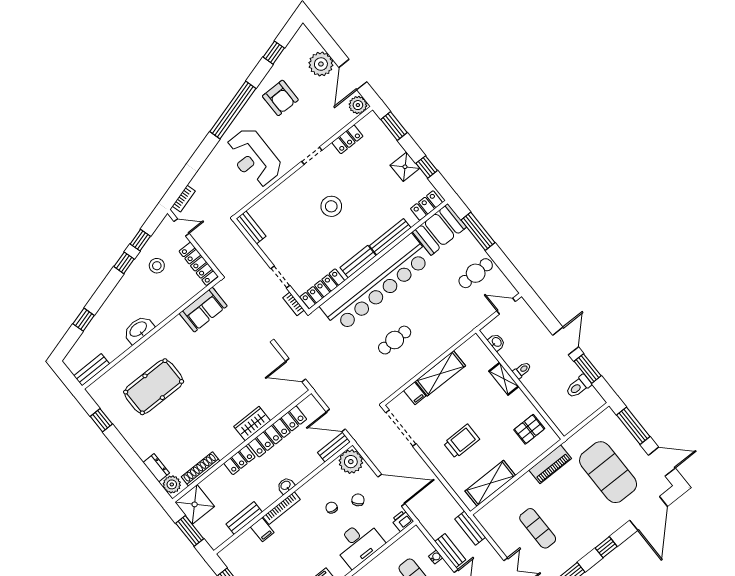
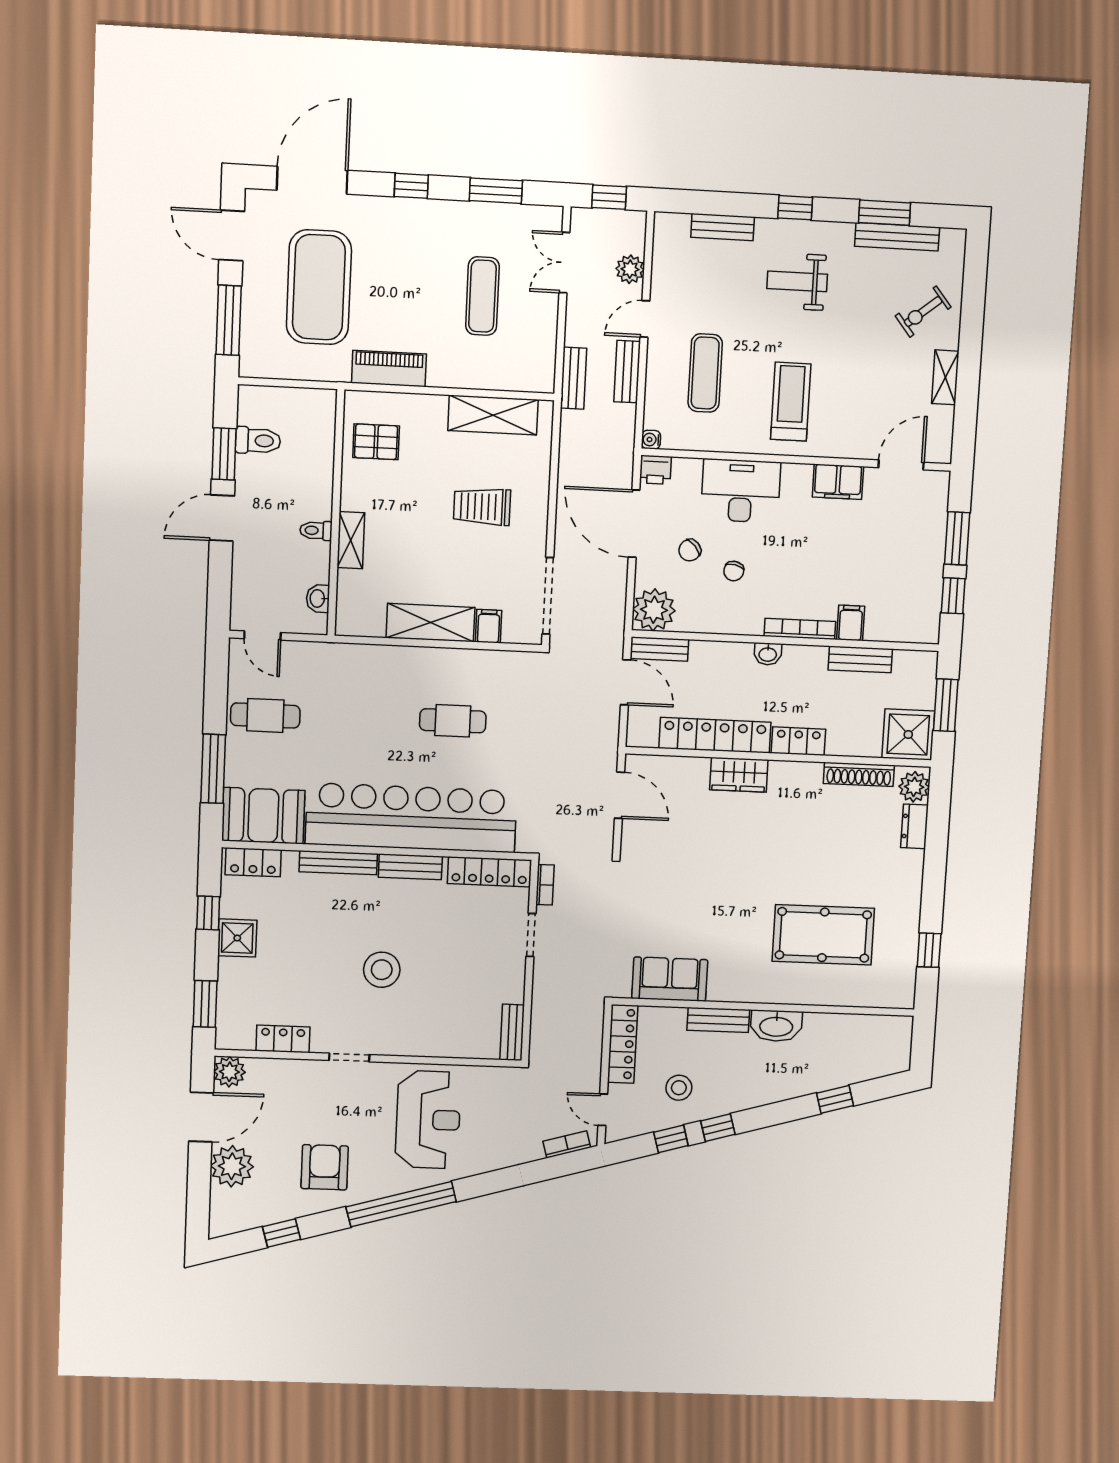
bench: (92, 370) -> (718, 1020), moved
water cooler: (436, 557) -> (651, 440), moved

